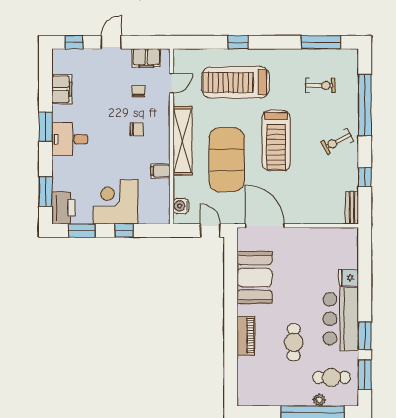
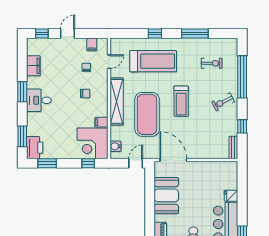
window: (321, 42) -> (195, 33), moved
filing cabinet: (146, 58) -> (92, 44), width x0.50
treadmill: (235, 82) -> (153, 61), turned 180
treadmill: (276, 140) -> (181, 101), width x0.73, depth x0.73
corner desk: (116, 202) -> (93, 143), moved, turned -90
window: (124, 231) -> (88, 163), moved
door: (210, 231) -> (136, 163), hinge flipped

